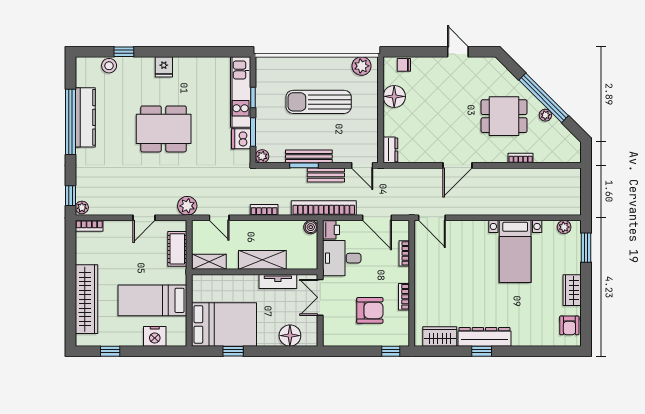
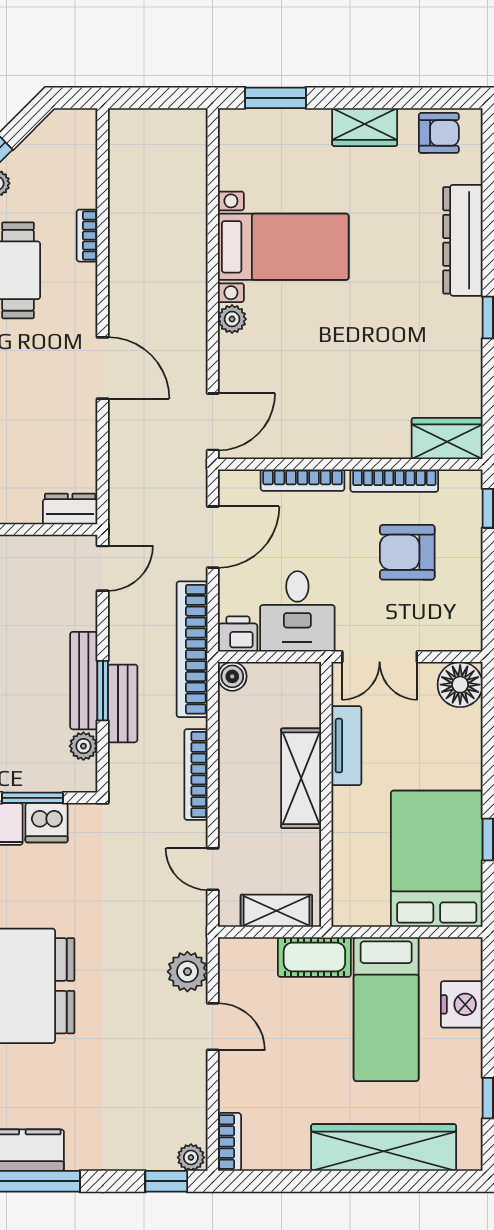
plant: (262, 156) -> (83, 746), moved
bench: (326, 175) -> (123, 703), moved
plant: (187, 206) -> (187, 972), moved
bookcase: (264, 210) -> (196, 774), width x1.56
door: (219, 218) -> (213, 869), swing flipped
plant: (564, 227) -> (232, 319), moved
cot: (177, 249) -> (314, 957), moved
bookcase: (404, 253) -> (303, 480), width x1.56
shelving: (209, 262) -> (276, 911), moved, turned 90
bookcase: (404, 297) -> (394, 481), width x1.56
armchair: (370, 310) -> (407, 552), turned -90
floor lamp: (290, 336) -> (460, 685), moved
wardrobe: (440, 336) -> (447, 438), moved, turned 90
dresser: (484, 337) -> (463, 240), moved

